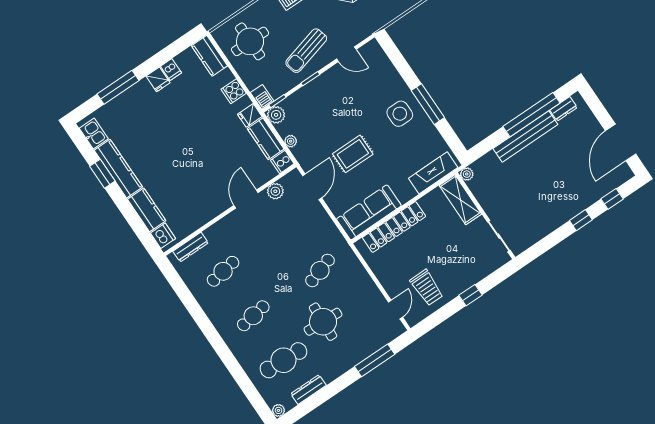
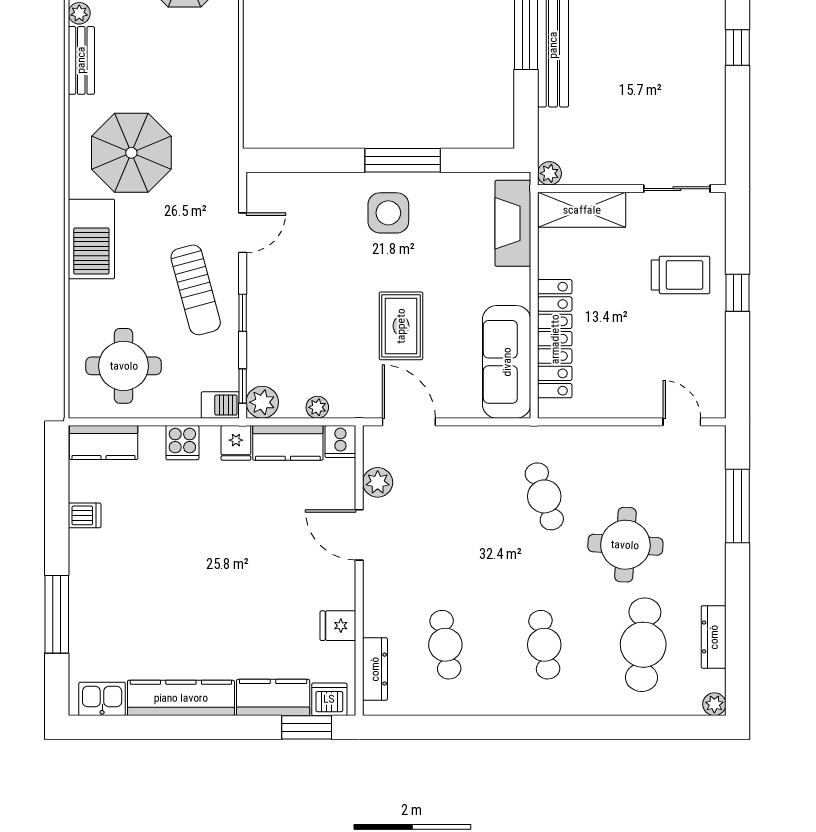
fridge: (158, 79) -> (338, 626), moved, turned 180
window: (102, 174) -> (307, 727), moved
trolley: (427, 288) -> (680, 275), moved

